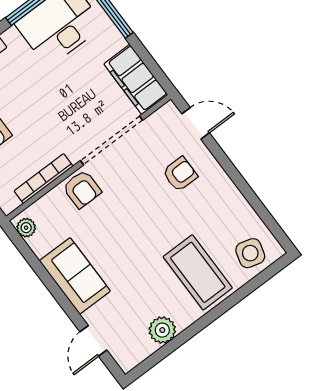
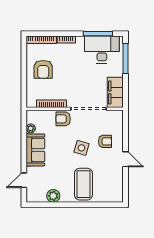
door: (196, 123) -> (126, 159), moved
armchair: (82, 189) -> (63, 119), turned 90
plant: (26, 228) -> (31, 128), moved
side table: (250, 253) -> (82, 148), moved

